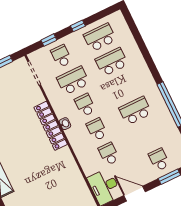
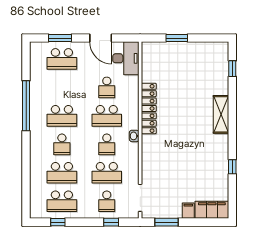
window: (78, 26) -> (58, 222), moved
school desk: (124, 86) -> (62, 144), added
locker: (51, 126) -> (149, 108), moved
school desk: (97, 129) -> (107, 116), width x1.85
school desk: (159, 160) -> (62, 59), width x1.85

